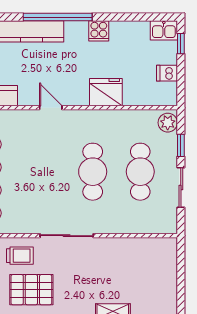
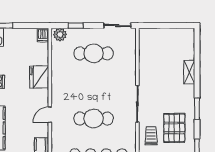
dishwasher: (167, 73) -> (43, 35), moved
cafe table: (93, 172) -> (94, 119), moved
sliding door: (181, 188) -> (117, 26), moved

